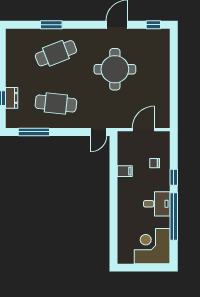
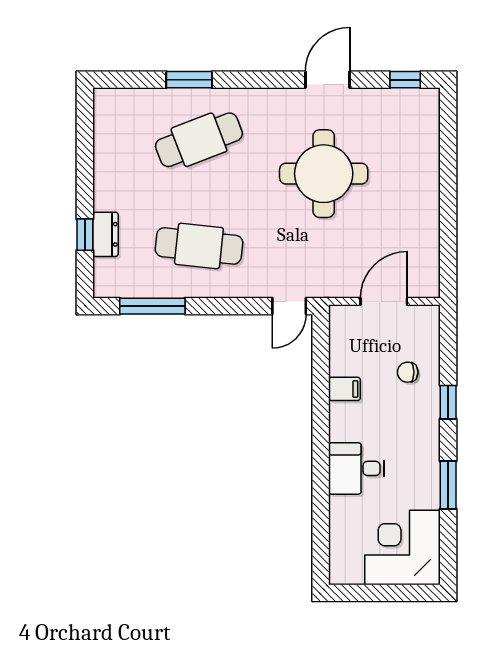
desk: (157, 204) -> (357, 468), moved, turned 180
window: (174, 217) -> (448, 485), width x0.47

